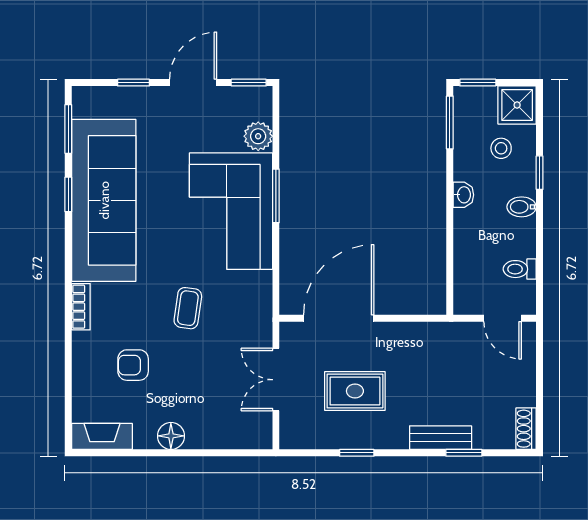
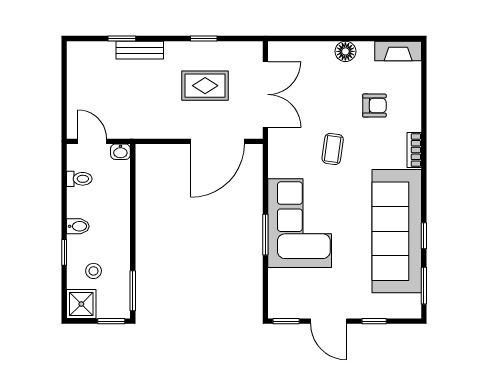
door: (193, 83) -> (329, 321), hinge flipped
plant: (258, 136) -> (279, 280), removed
washbasin: (463, 195) -> (120, 152), moved, turned -90
double door: (276, 380) -> (265, 94), width x1.37
shoe rack: (526, 429) -> (74, 57), removed

